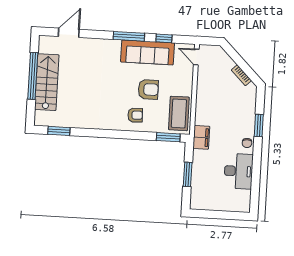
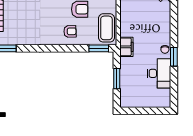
window: (259, 125) -> (174, 57), moved

